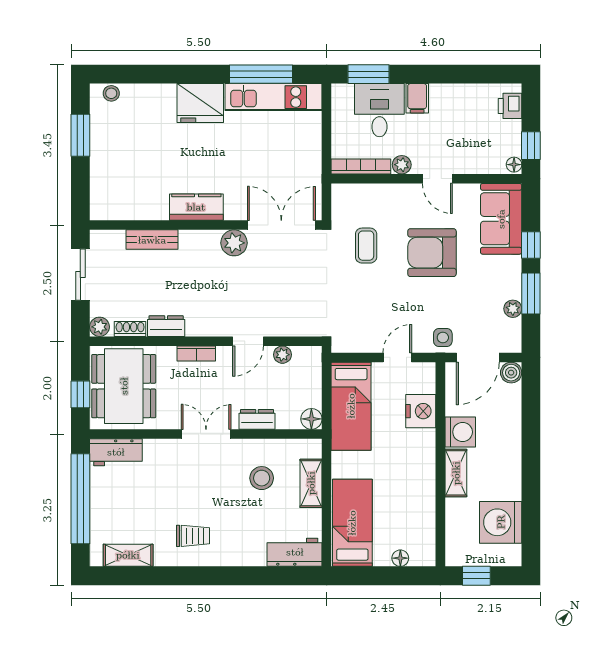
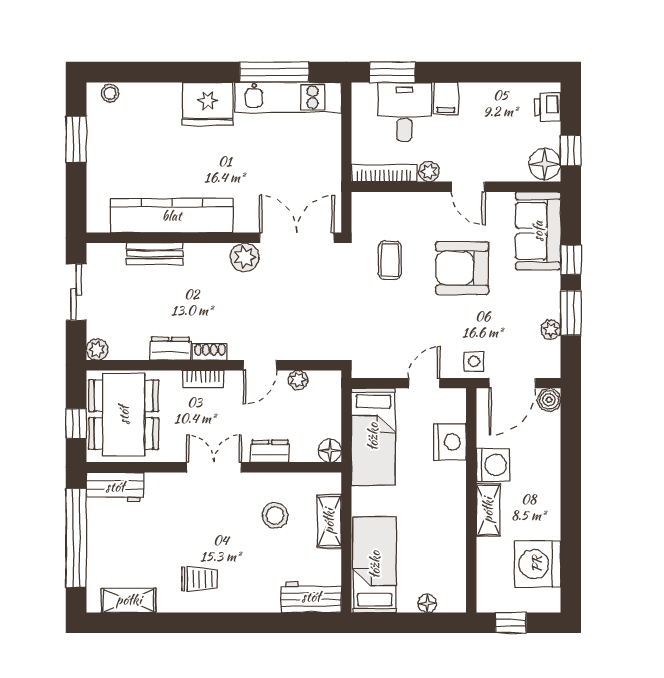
floor lamp: (514, 165) -> (545, 164), width x1.89, depth x1.89
kitchen counter: (196, 207) -> (172, 216), width x2.08, depth x1.17
shoe rack: (130, 329) -> (210, 352), moved

